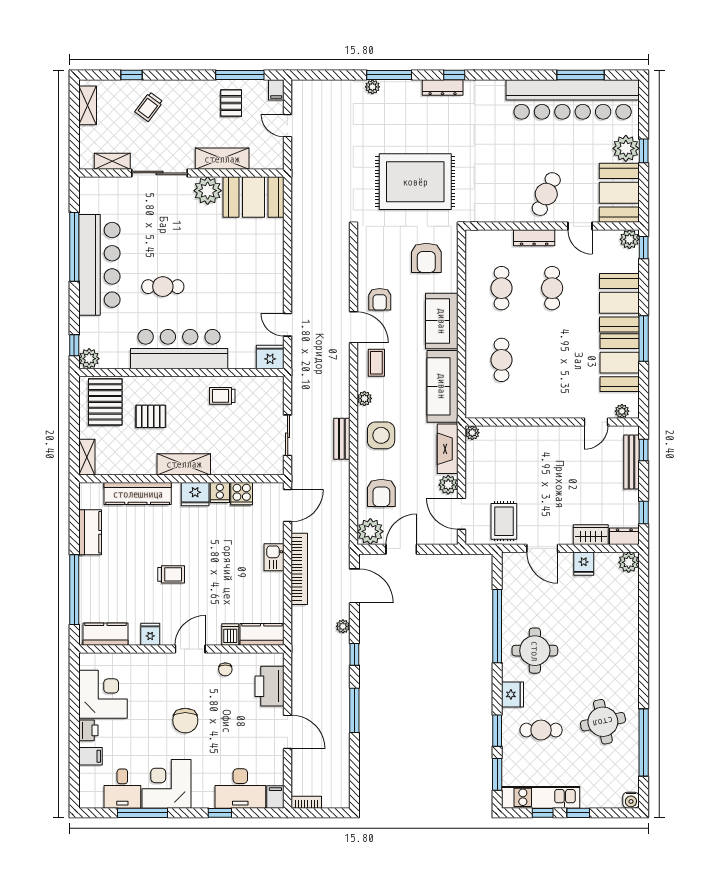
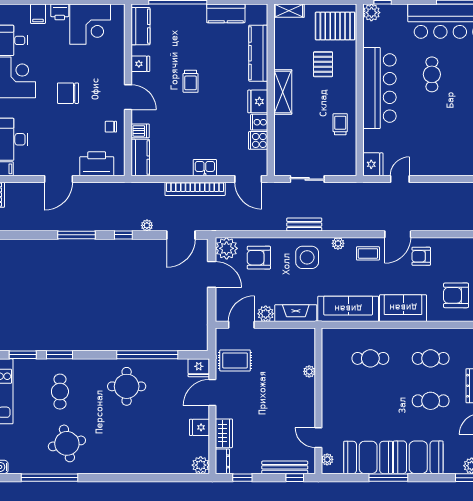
plant: (472, 433) -> (309, 371), moved
fridge: (513, 694) -> (199, 368), moved

